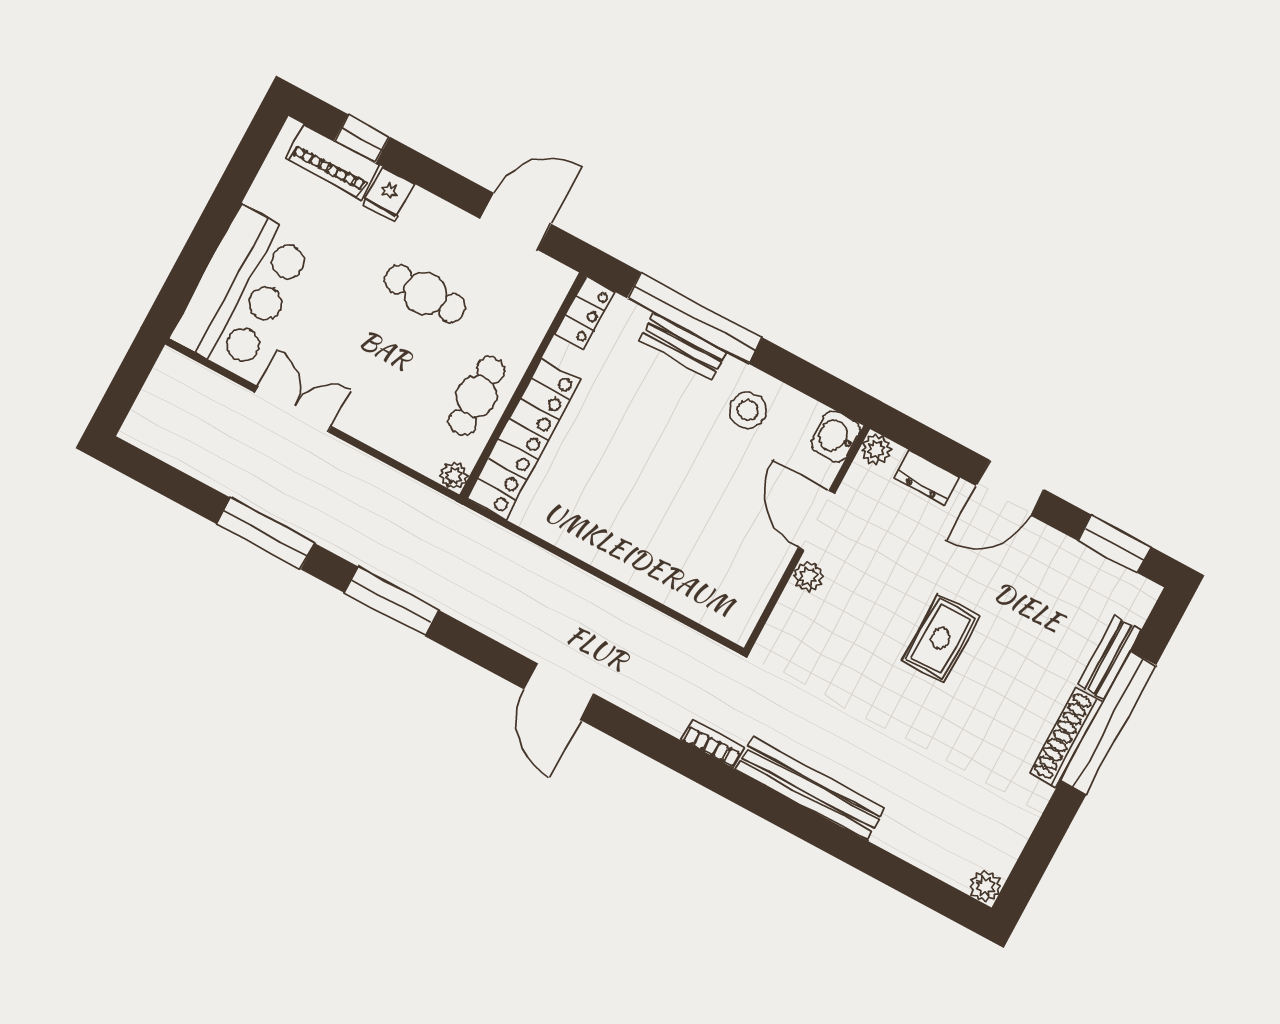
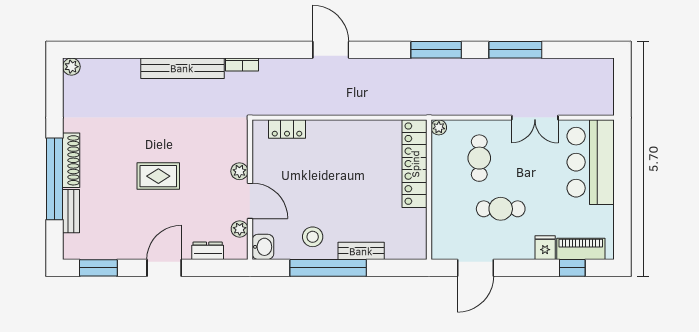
locker: (585, 313) -> (287, 129), moved, turned -90
window: (695, 318) -> (328, 268), moved
cafe table: (477, 396) -> (479, 158), moved
plant: (876, 449) -> (240, 229), moved
rug: (941, 638) -> (158, 176), turned 90

